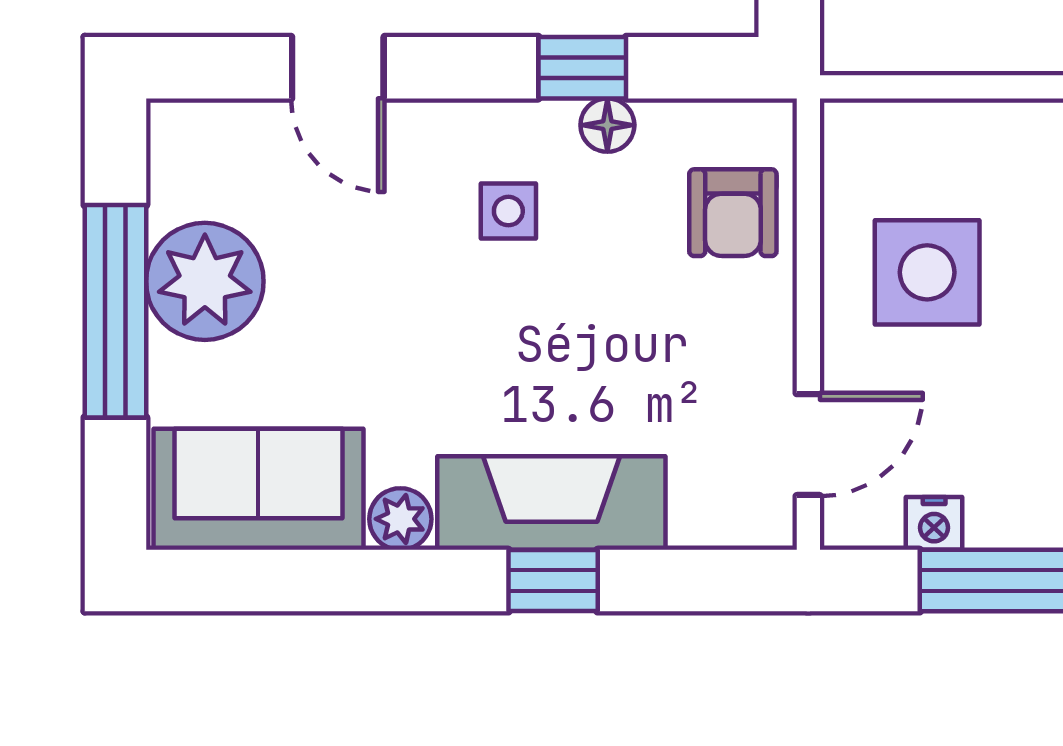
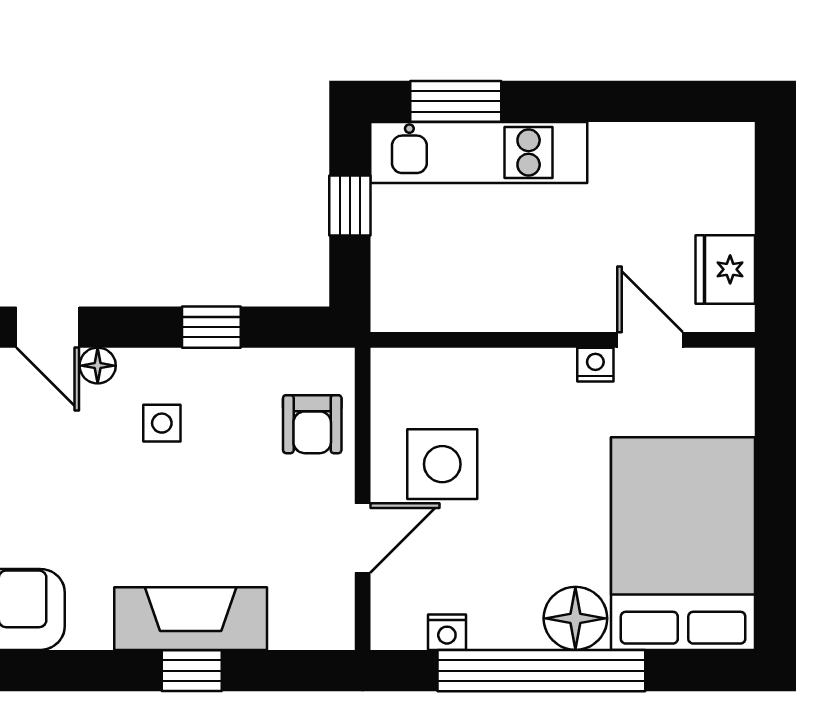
floor lamp: (607, 125) -> (98, 366), moved
door: (808, 445) -> (363, 538), moved
plant: (400, 519) -> (90, 629), removed

